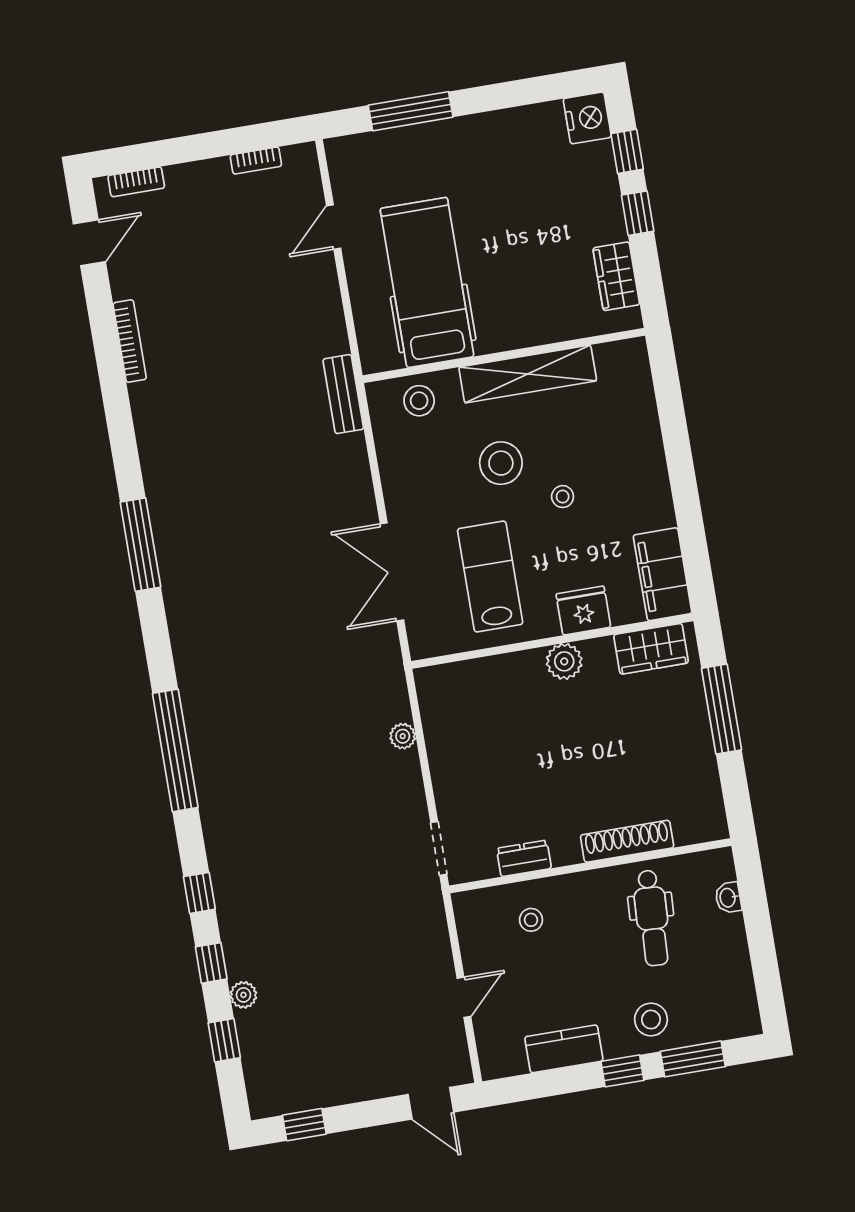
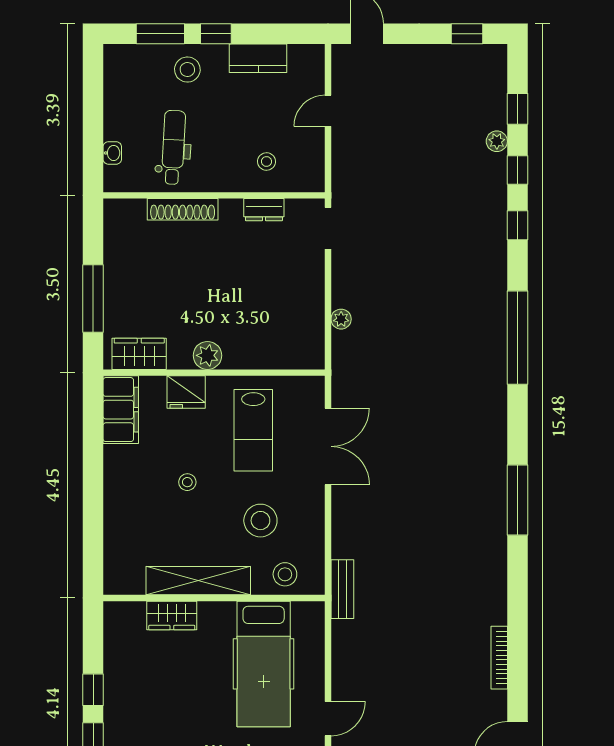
wardrobe: (616, 276) -> (172, 615), moved, turned 90
stool: (501, 463) -> (260, 521), moved

